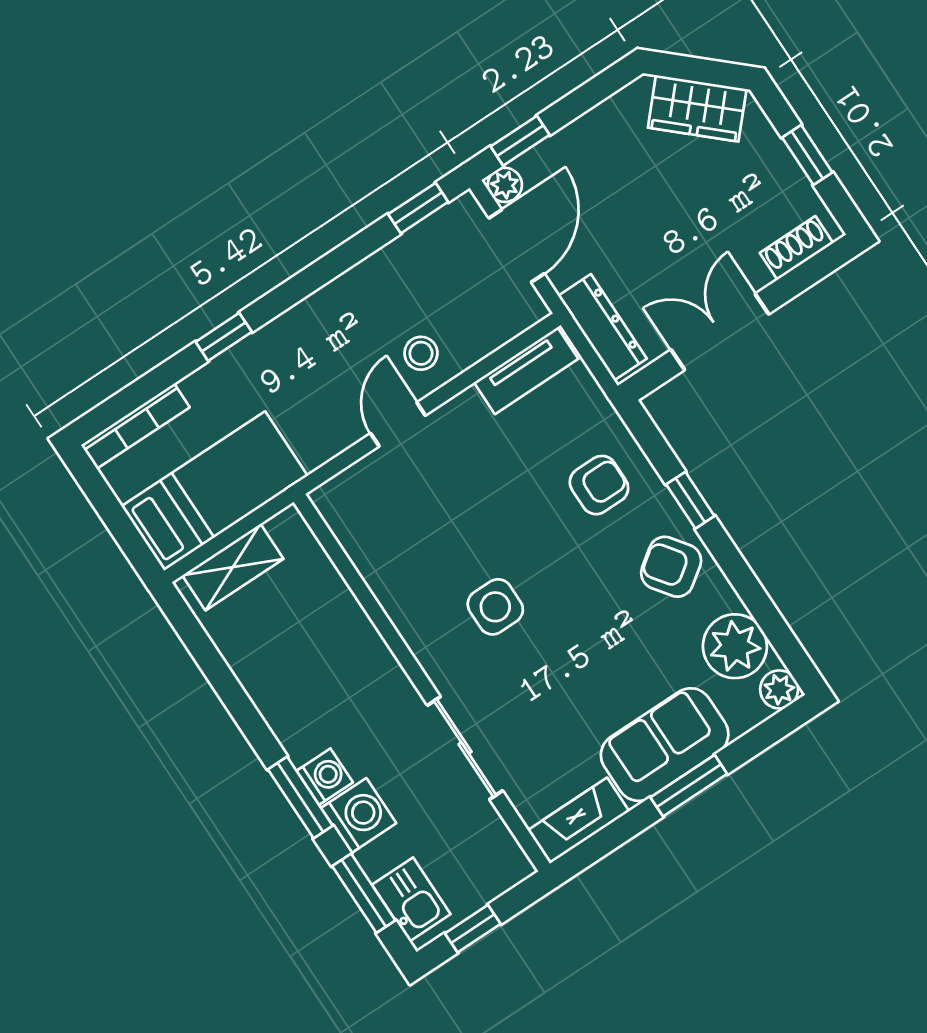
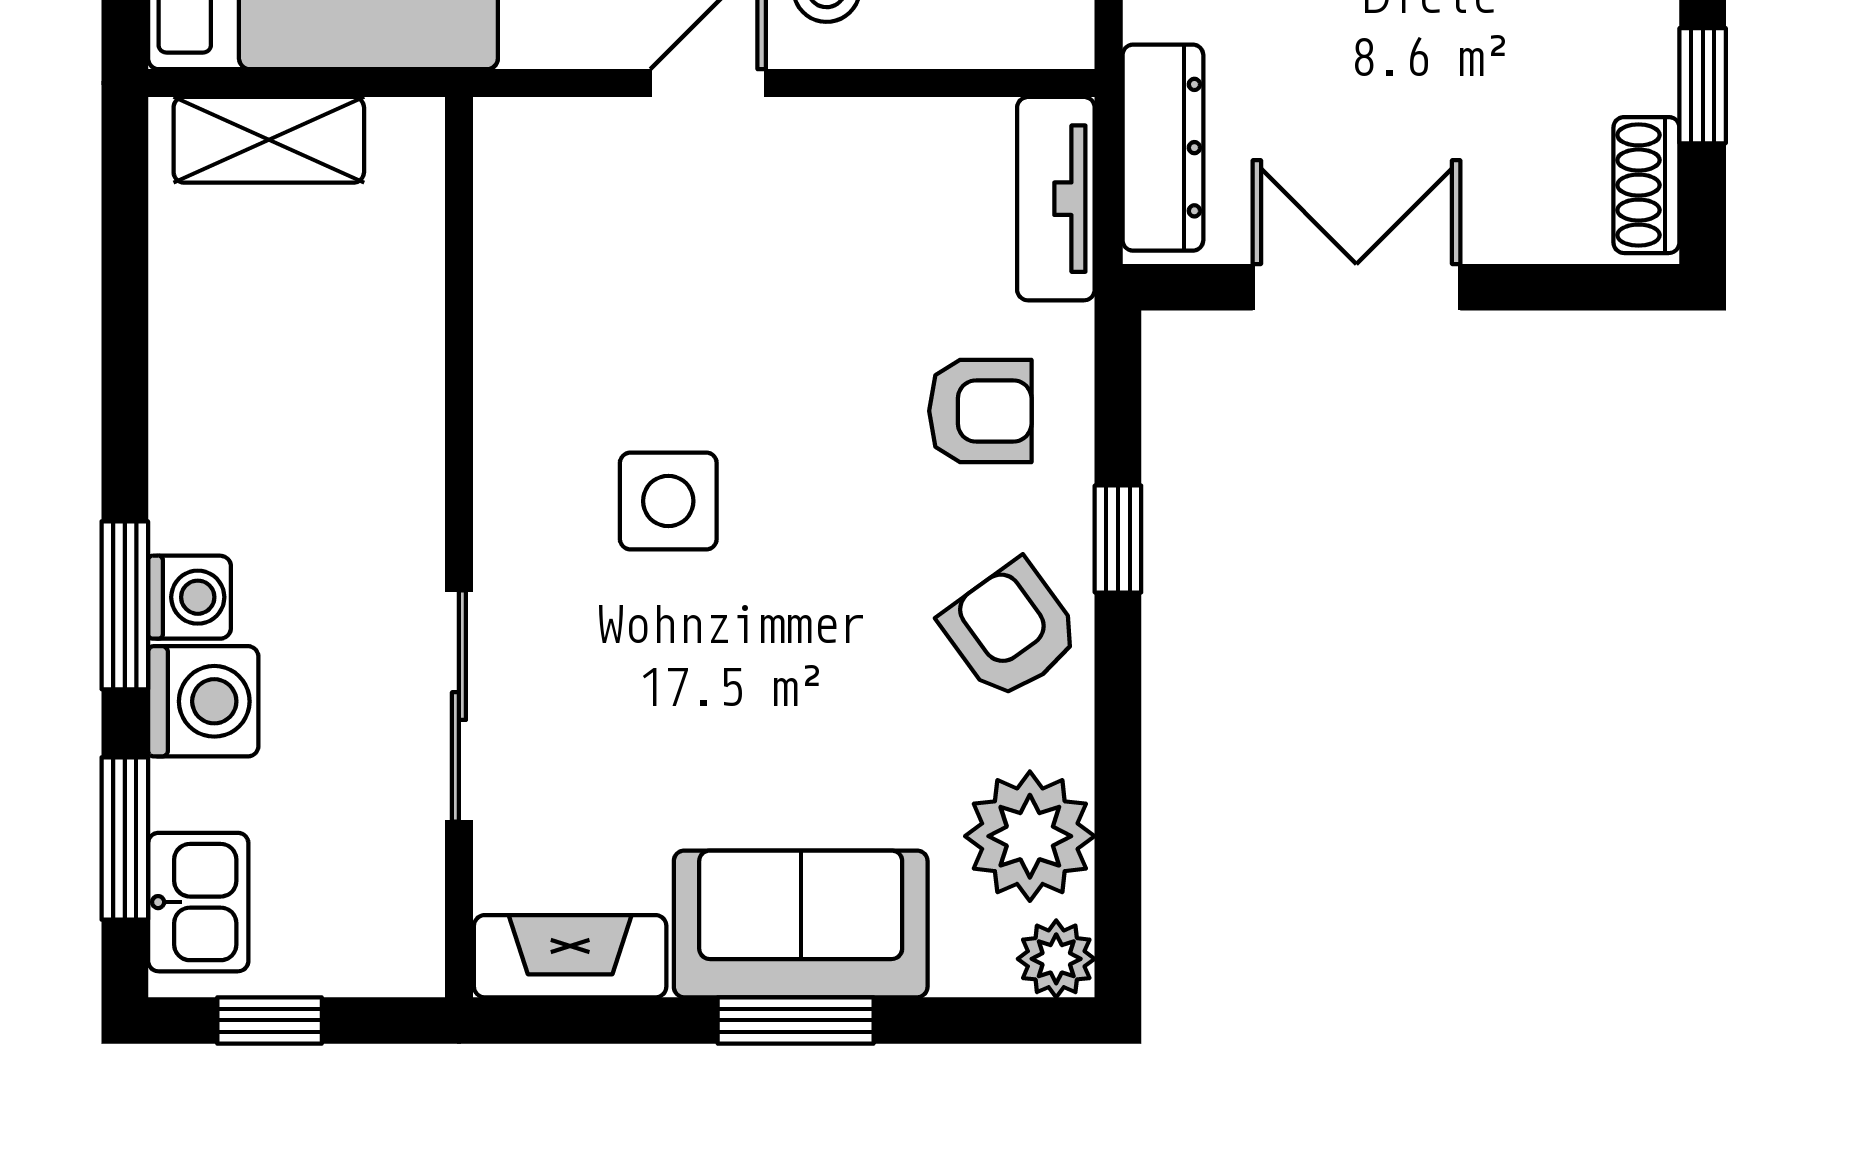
shoe rack: (796, 248) -> (1646, 185), moved, turned -90
tv unit: (526, 371) -> (1056, 199), moved, turned 90

